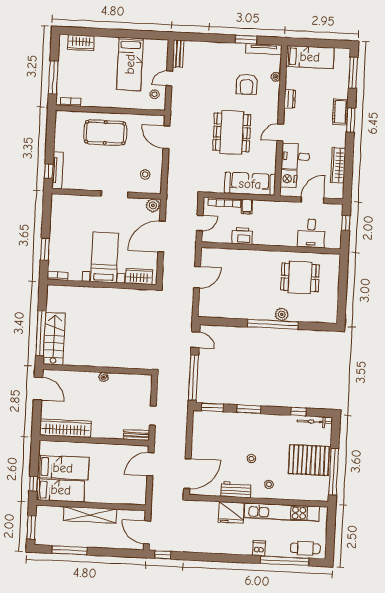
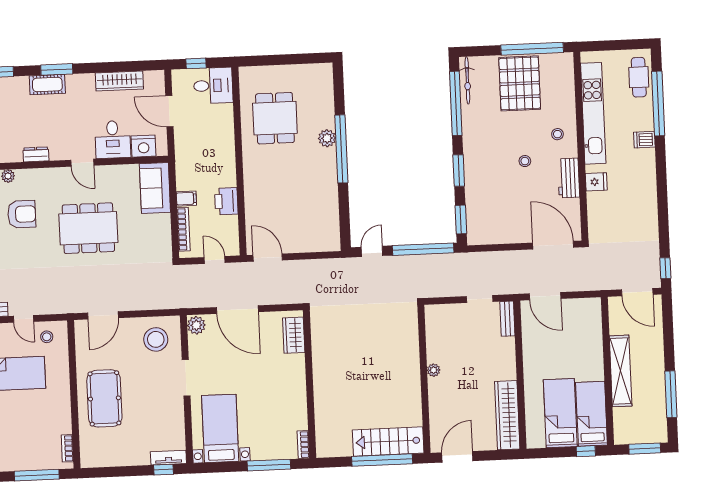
tv unit: (57, 170) -> (168, 458), width x0.71
stool: (145, 174) -> (156, 339), width x1.89, depth x1.89
sofa: (250, 184) -> (155, 188), width x0.73
desk: (311, 233) -> (213, 86), moved
window: (45, 249) -> (269, 465), width x1.44
bed with nightstands: (104, 257) -> (220, 428), moved, turned 90
door: (197, 277) -> (268, 258), moved
window: (299, 412) -> (456, 103), width x3.17
fridge: (231, 512) -> (596, 182), width x0.53, depth x0.75
door: (147, 532) -> (637, 292), hinge flipped

